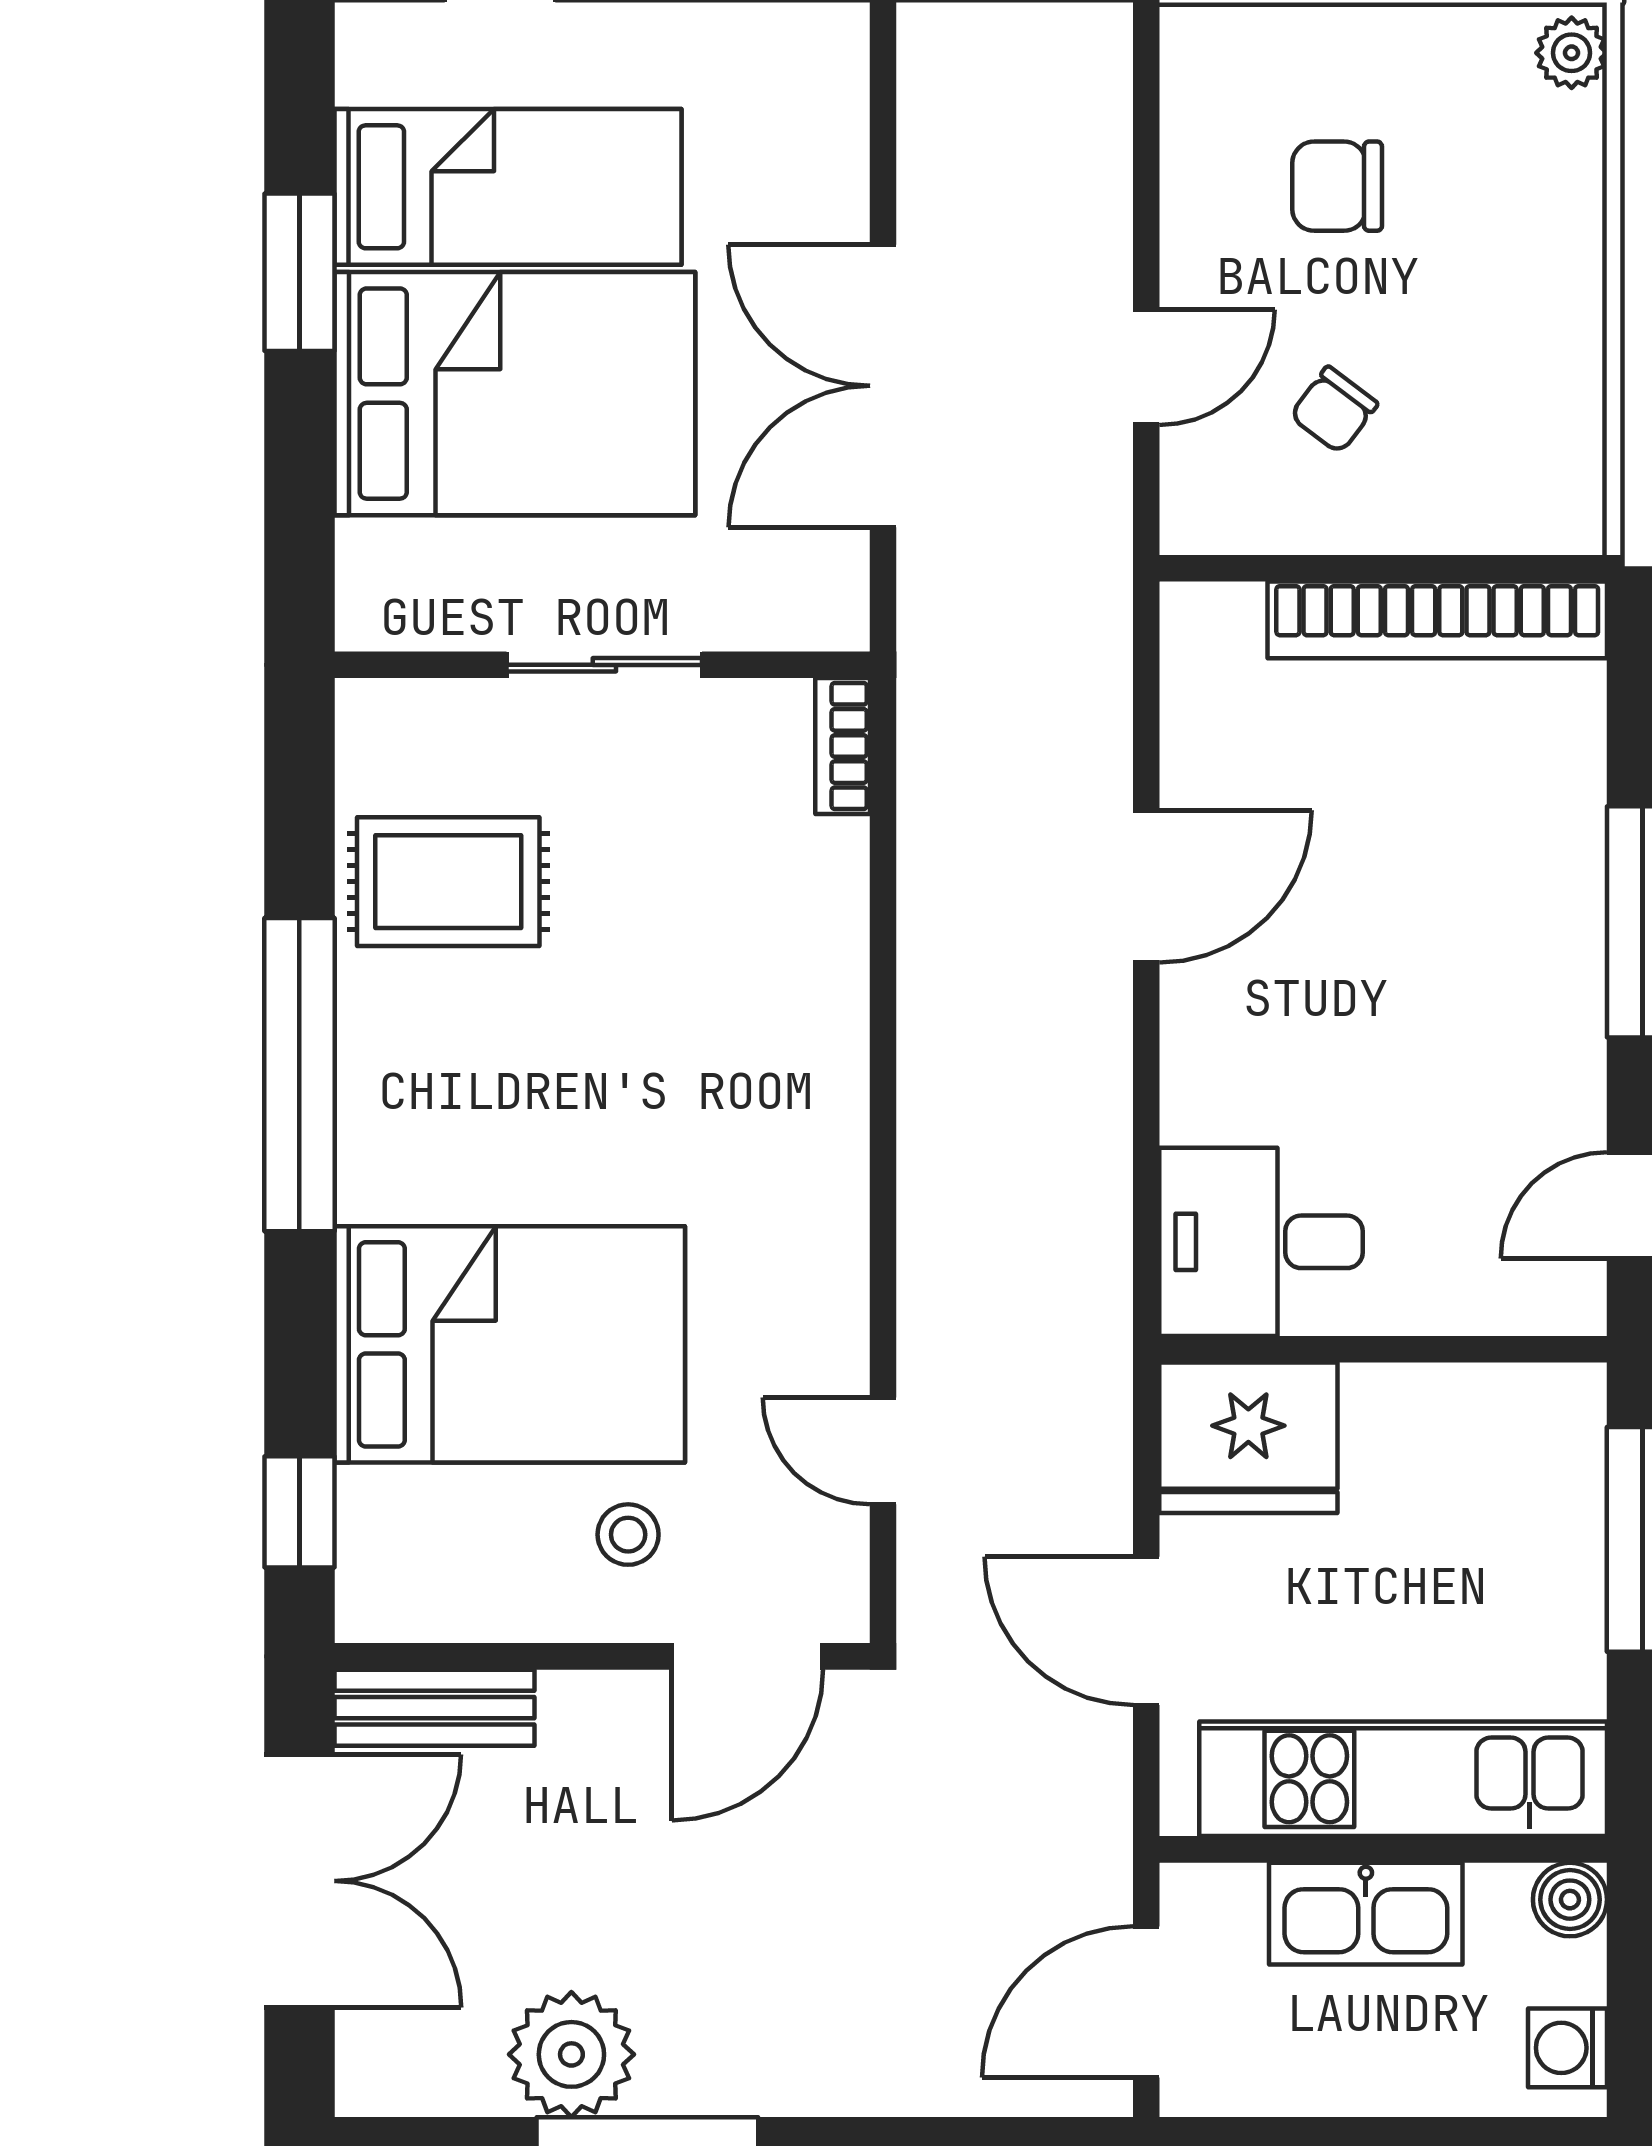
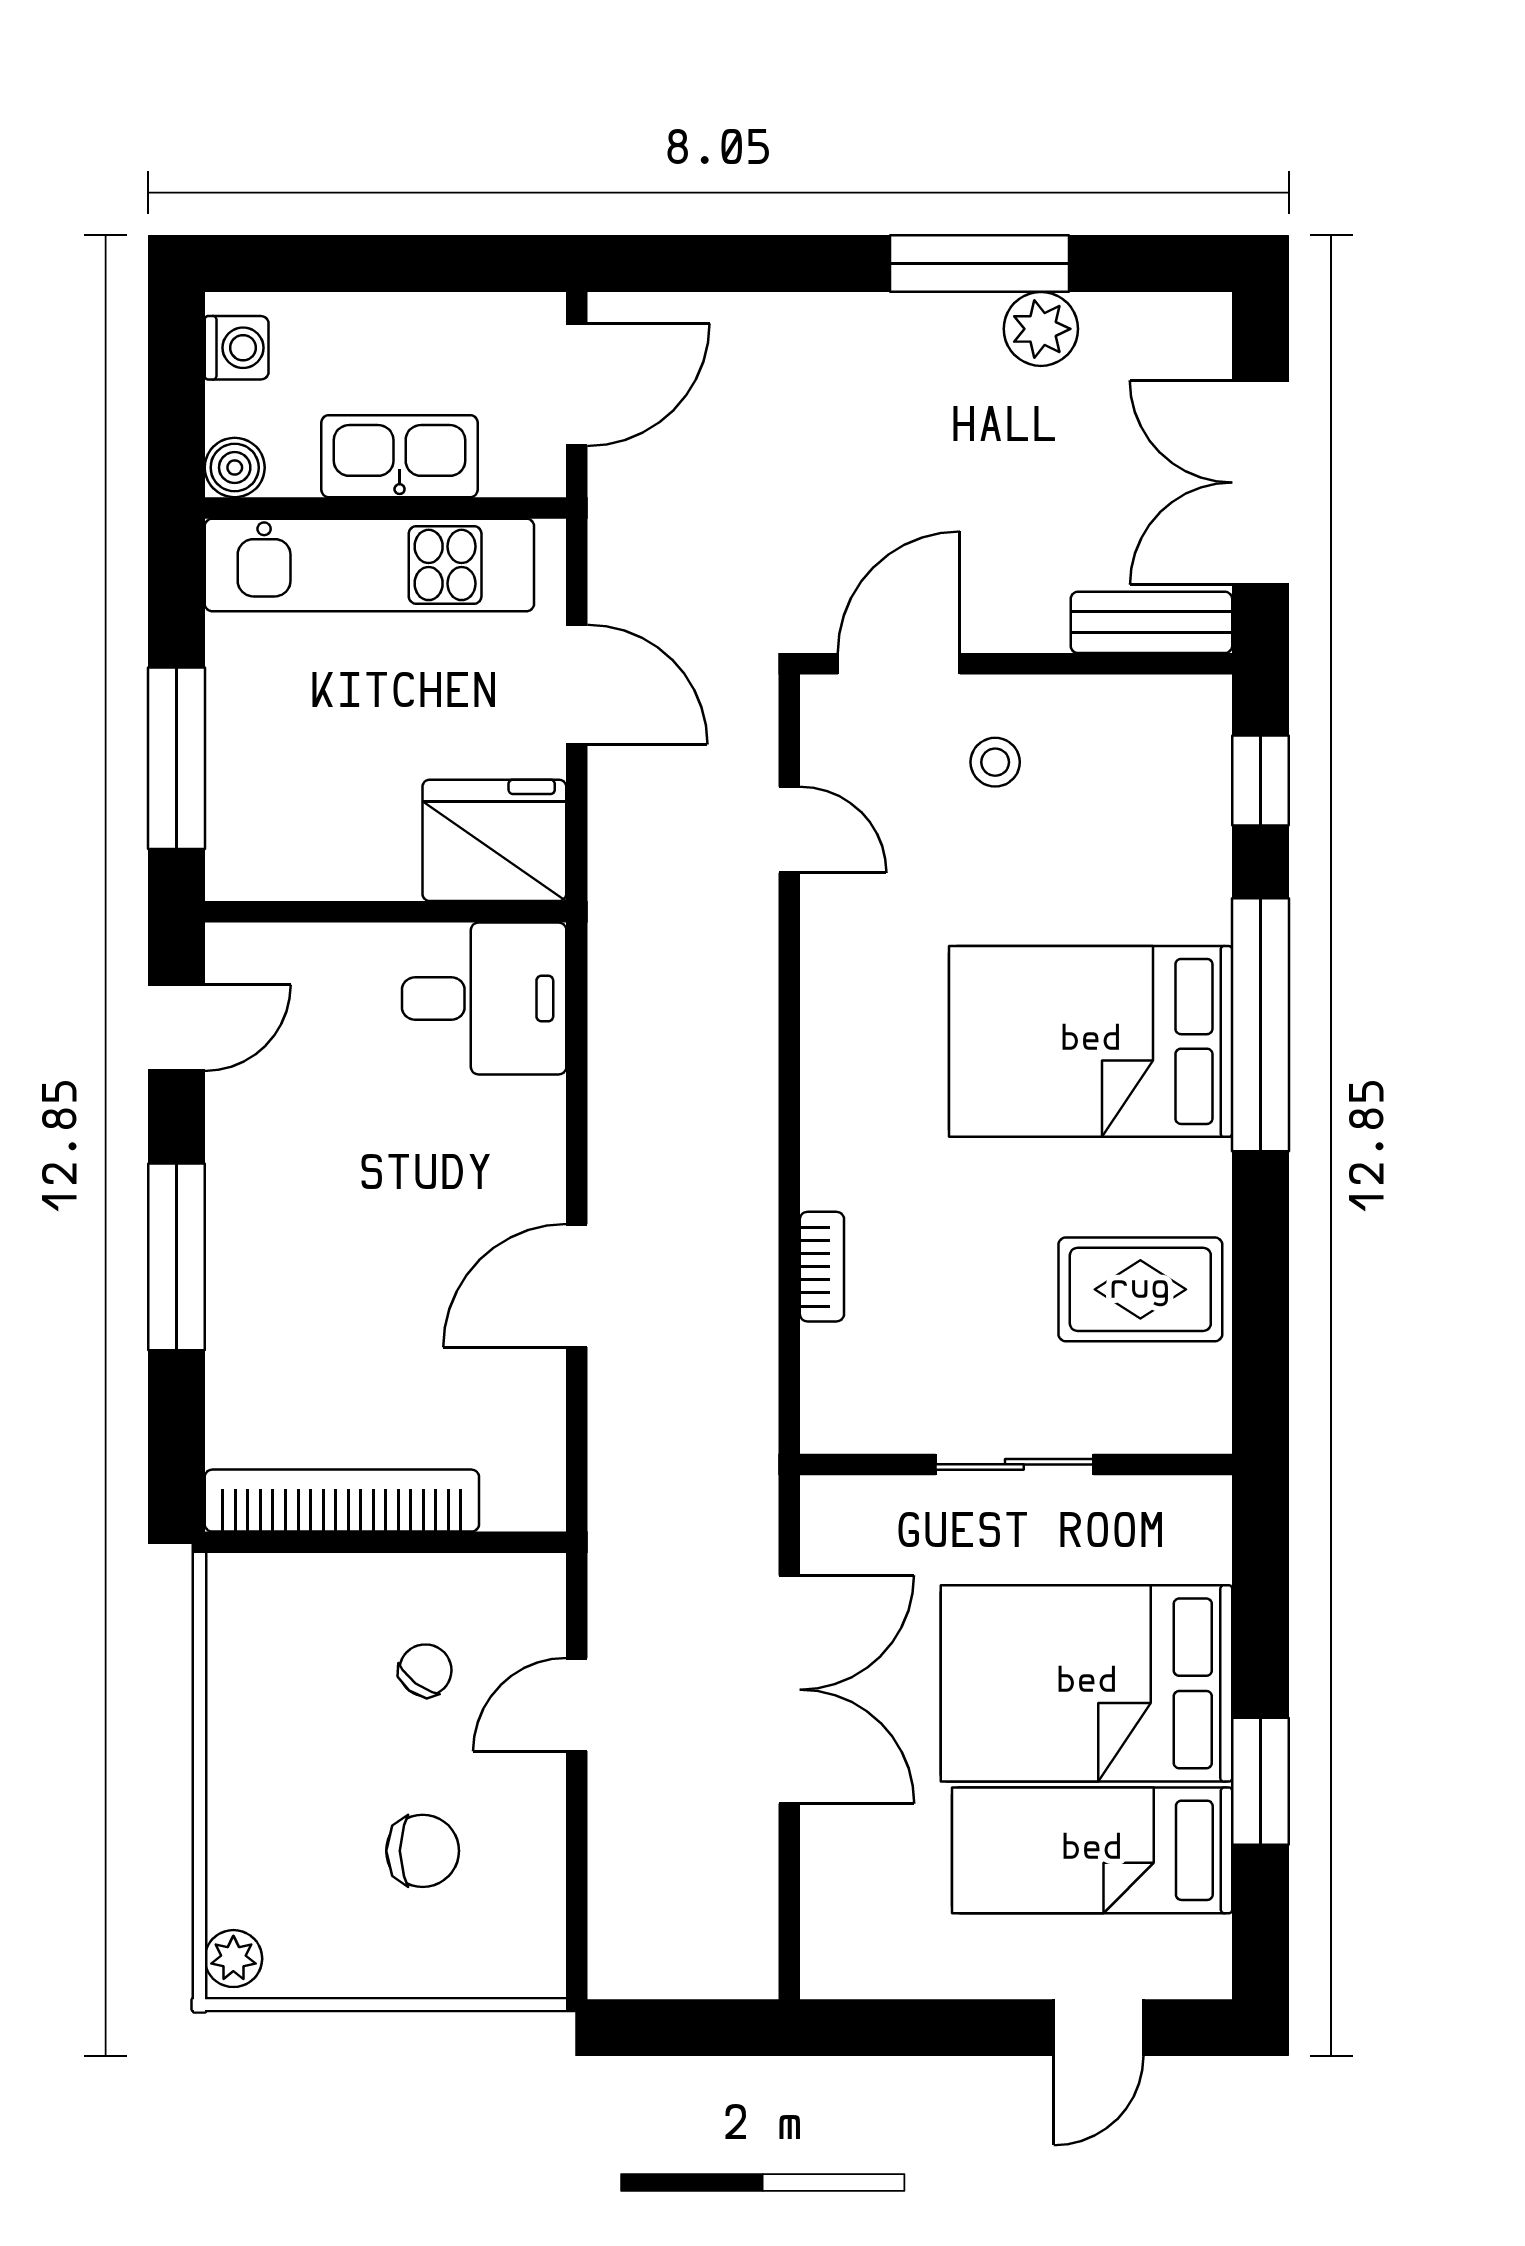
bookcase: (843, 746) -> (822, 1267), moved
window: (299, 1075) -> (1260, 1025), moved
bed: (510, 1344) -> (1091, 1041), moved
plant: (571, 2054) -> (1041, 329), width x0.73, depth x0.73

